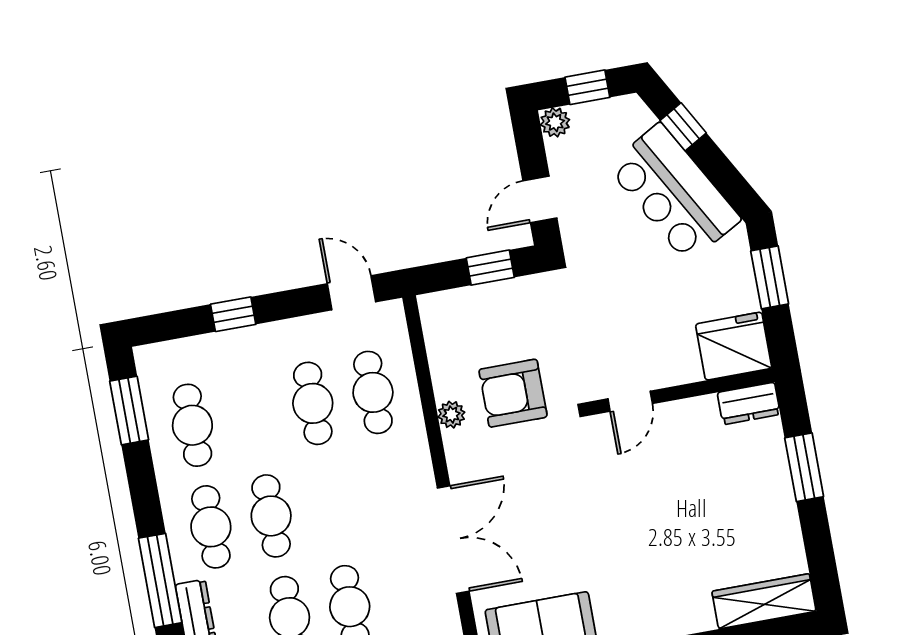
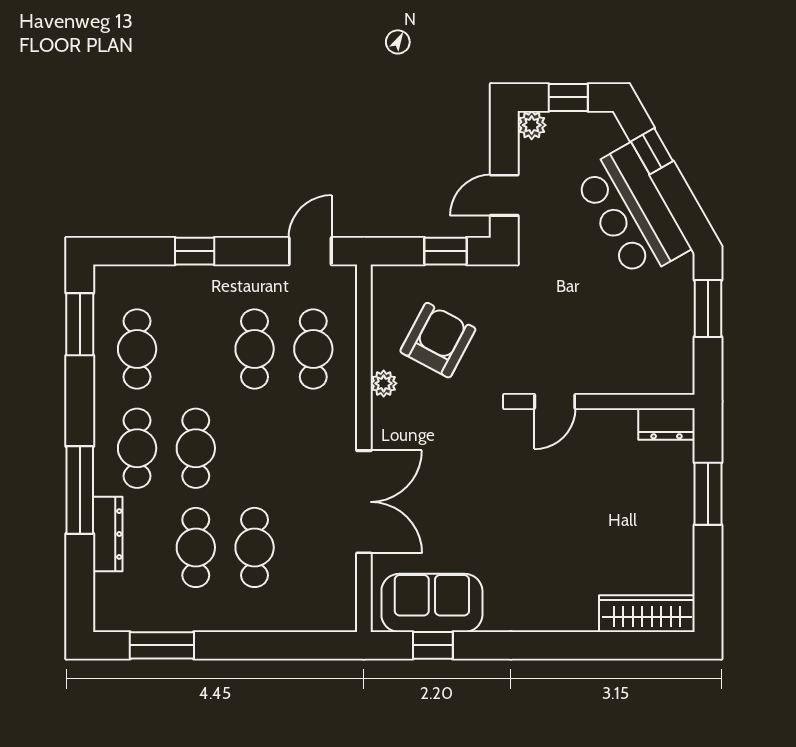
door: (351, 293) -> (310, 251), hinge flipped
fridge: (734, 346) -> (662, 367), removed
armchair: (513, 393) -> (438, 340), moved, turned 118

